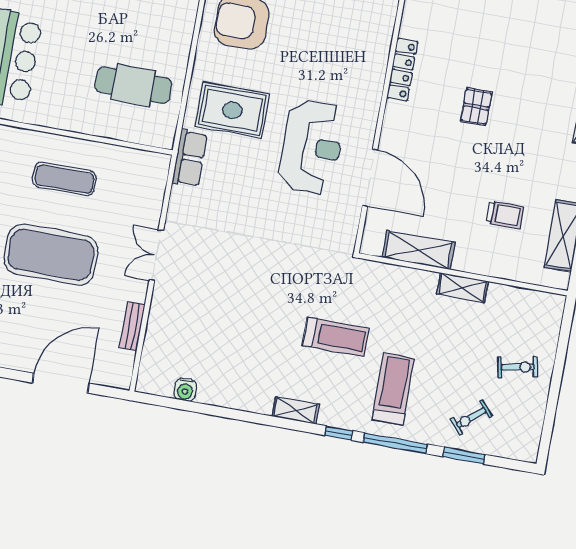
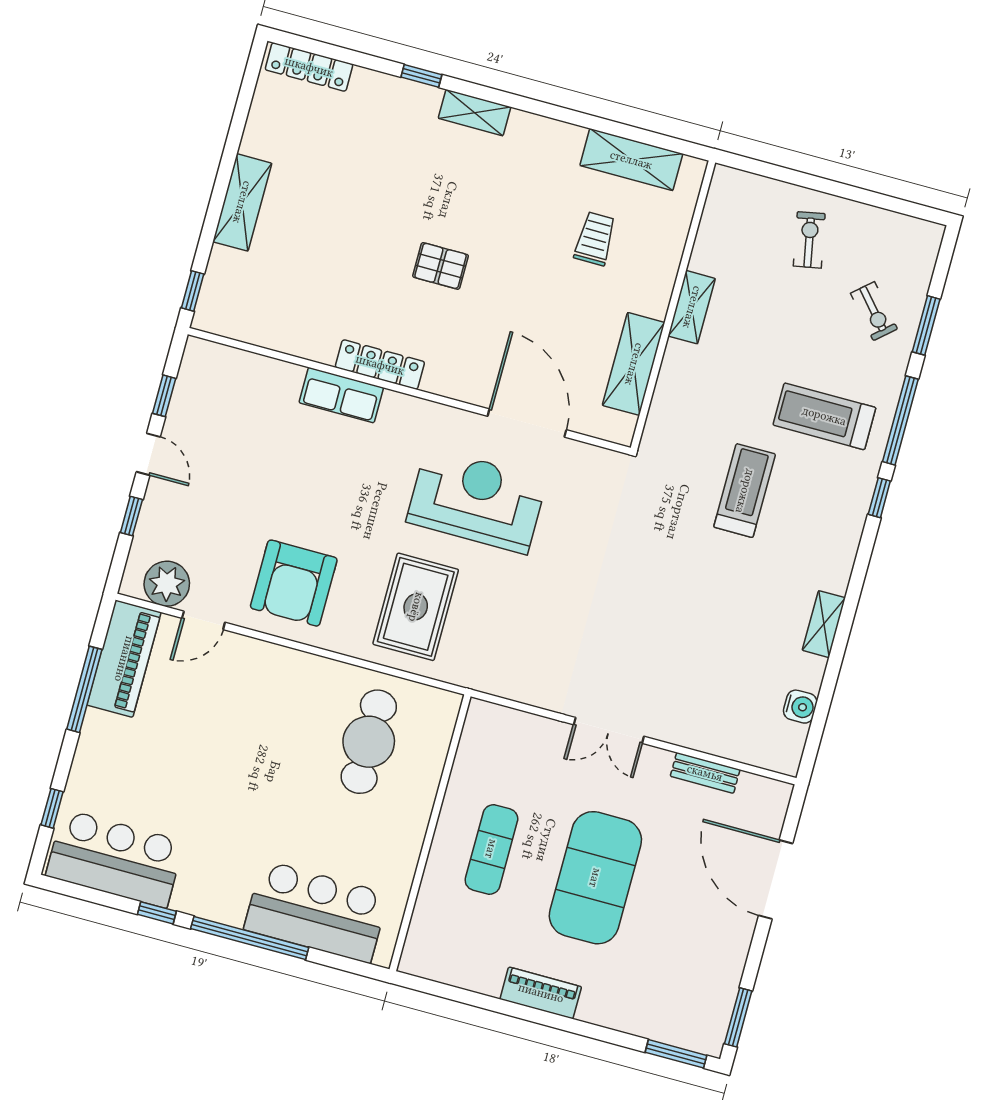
row of seats: (190, 158) -> (341, 395), moved, turned 180
door: (370, 178) -> (527, 423), hinge flipped
shelving: (296, 410) -> (824, 624), moved

